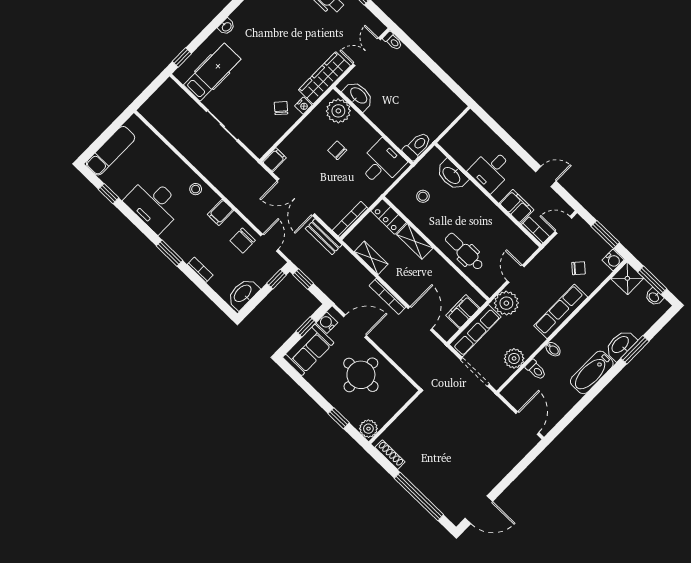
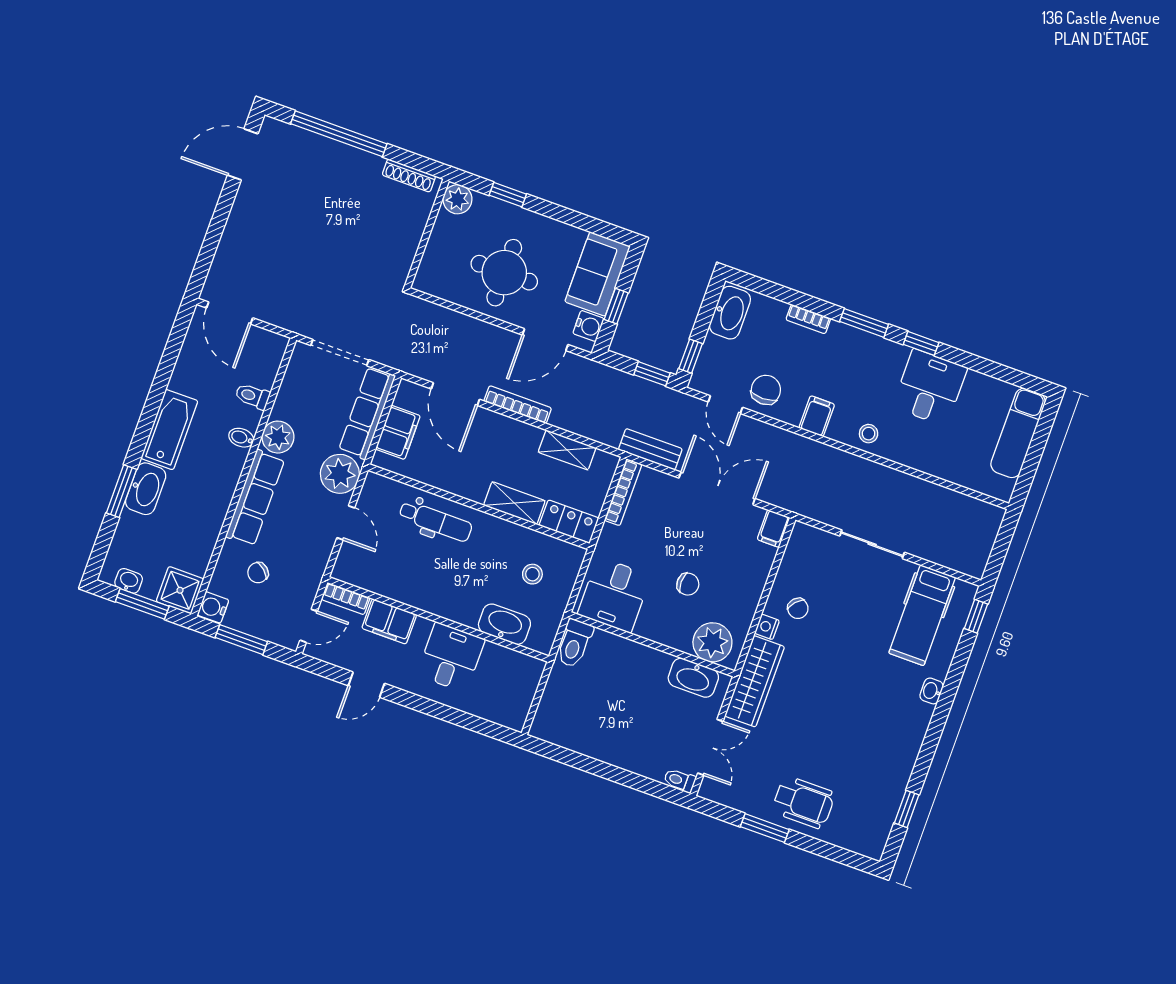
window: (109, 194) -> (921, 343), moved
desk: (154, 204) -> (930, 387), width x0.73
plant: (514, 358) -> (278, 437), moved

